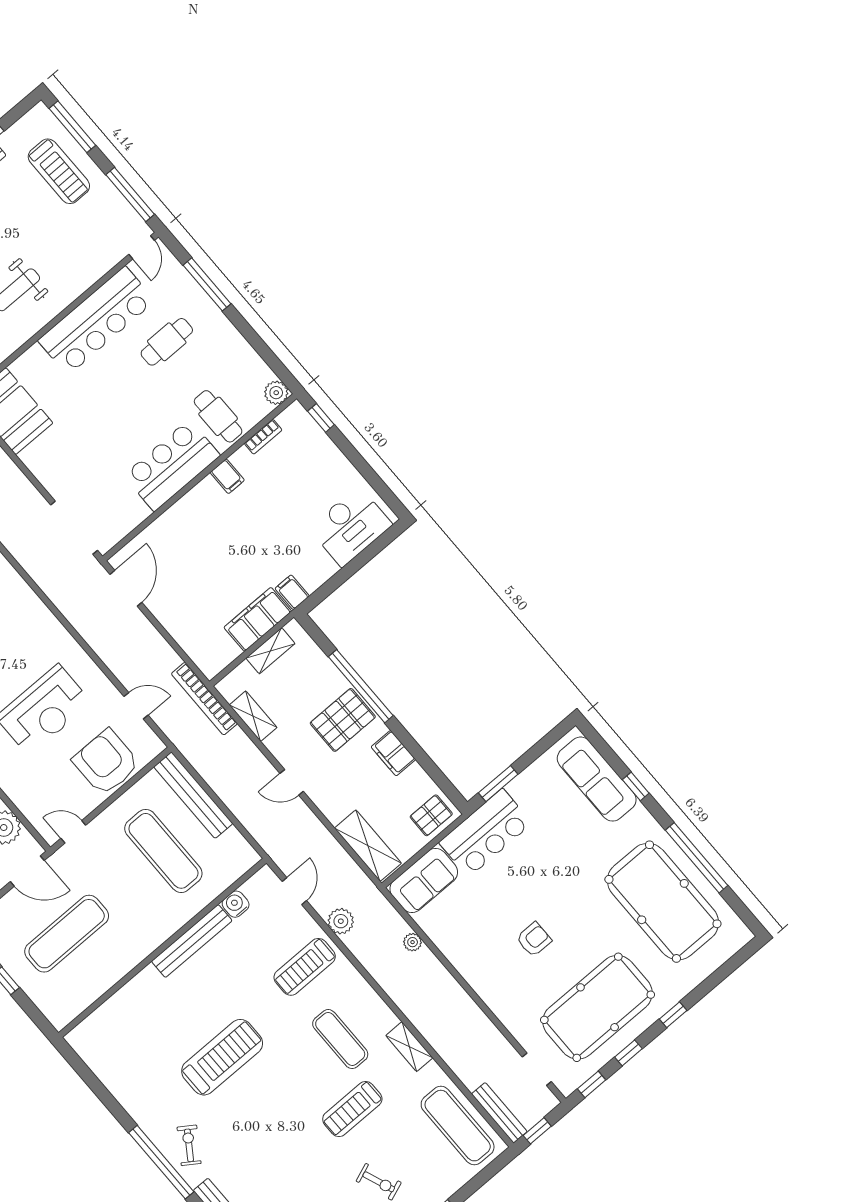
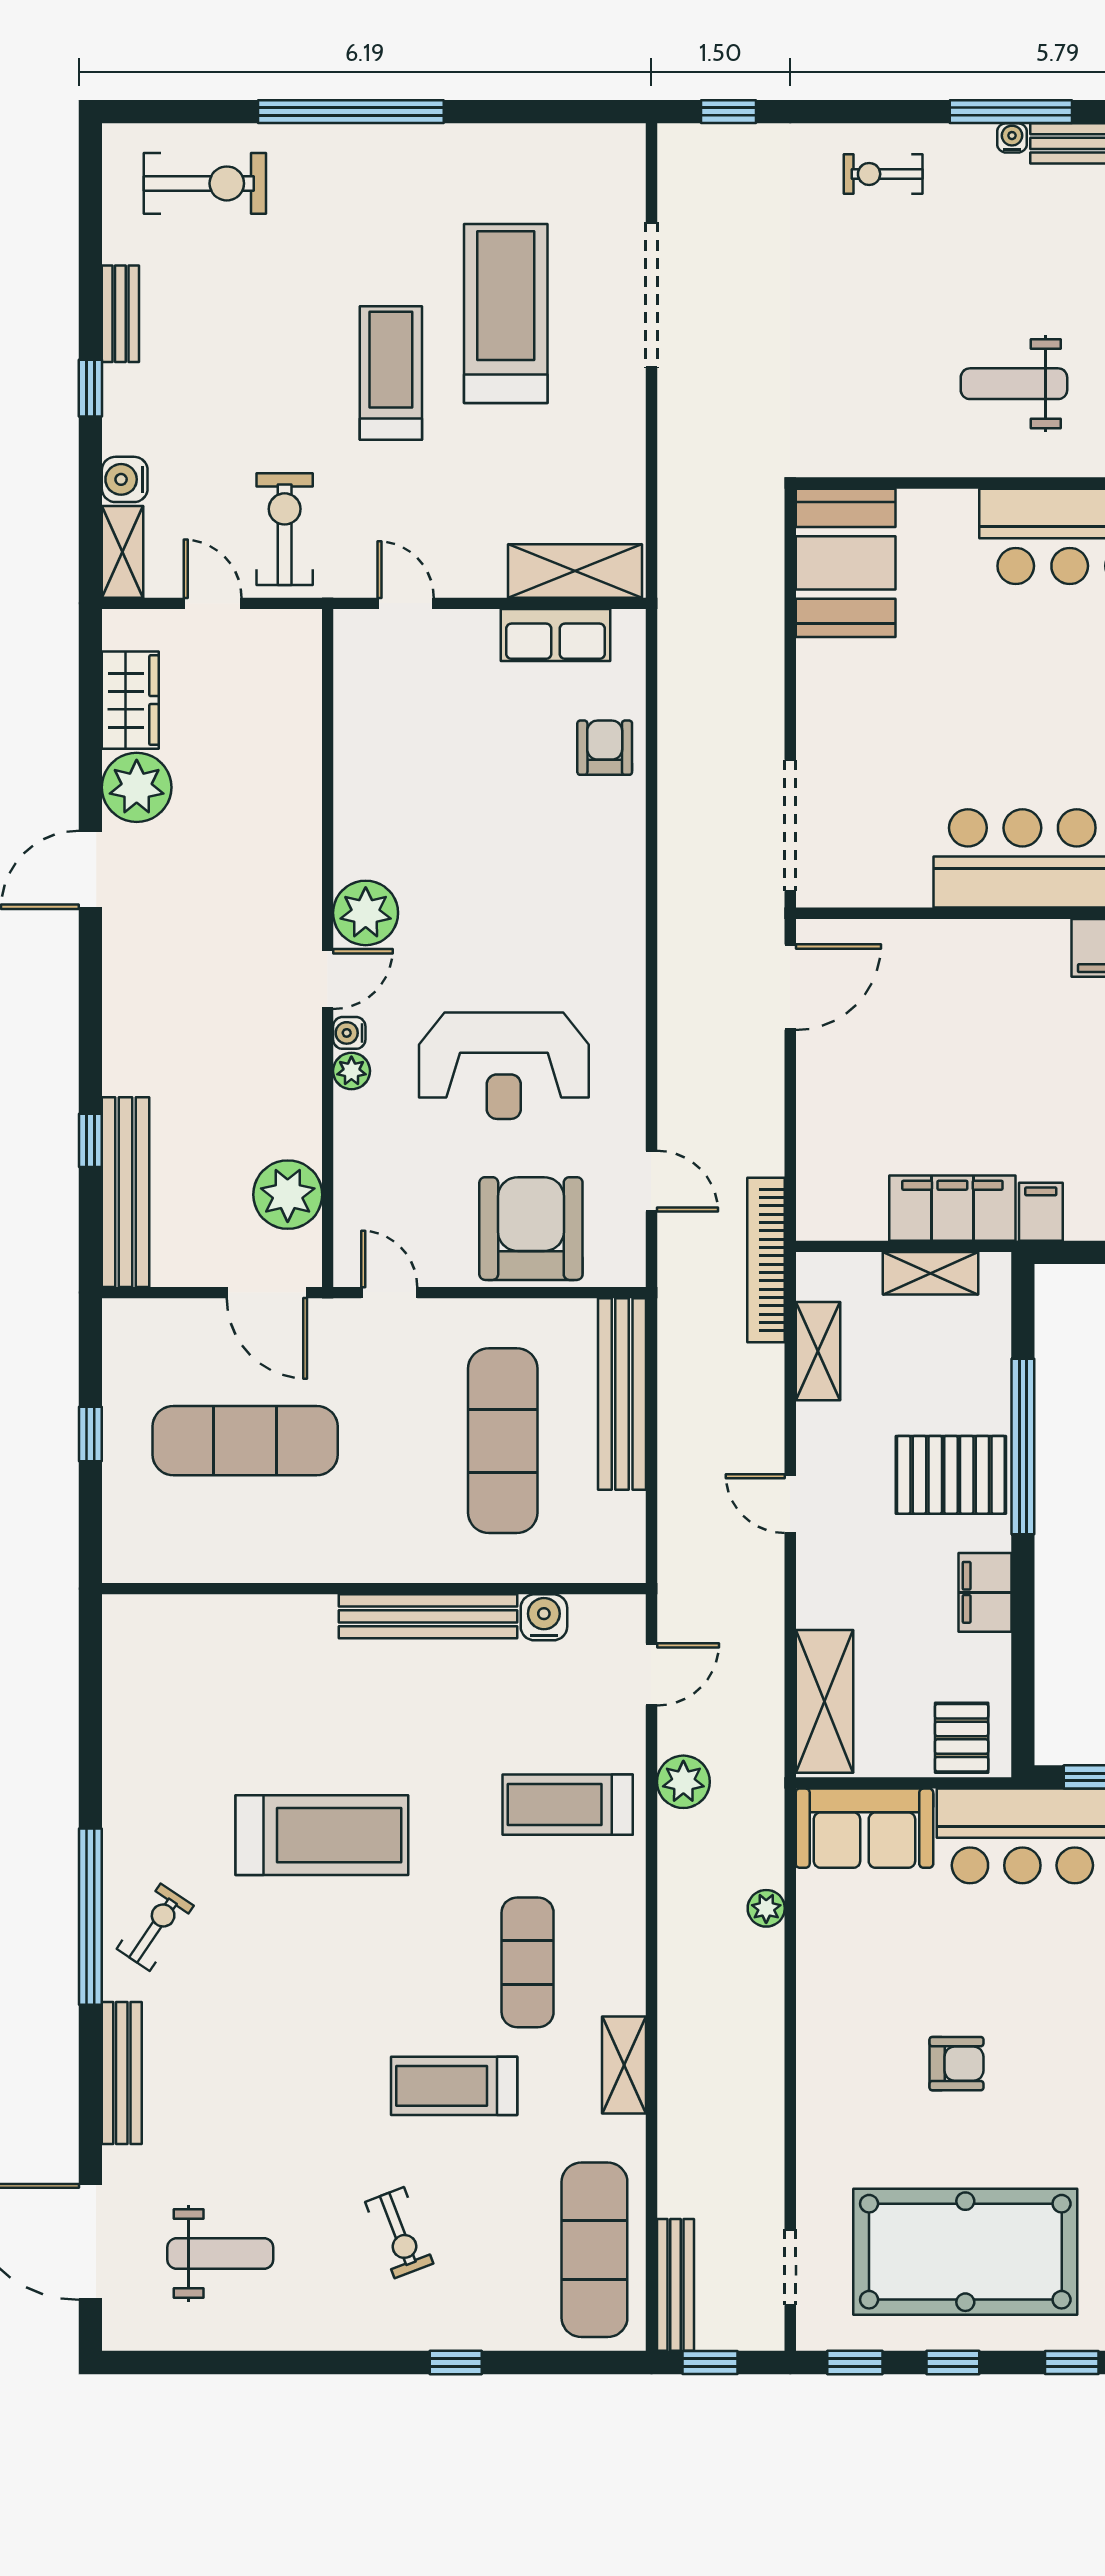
pallet: (431, 815) -> (962, 1738), turned 90

